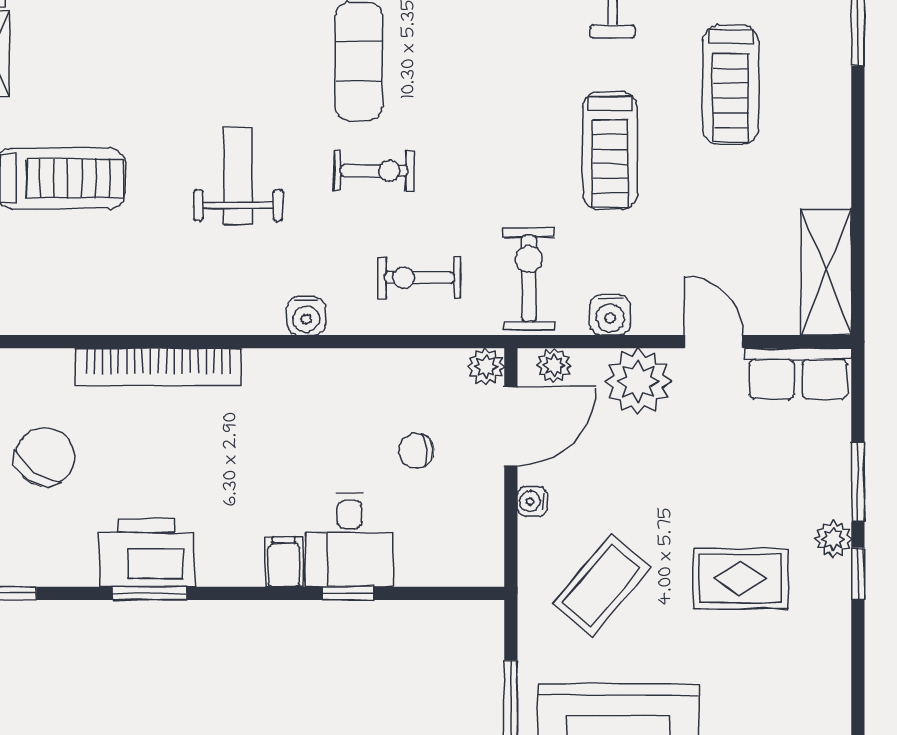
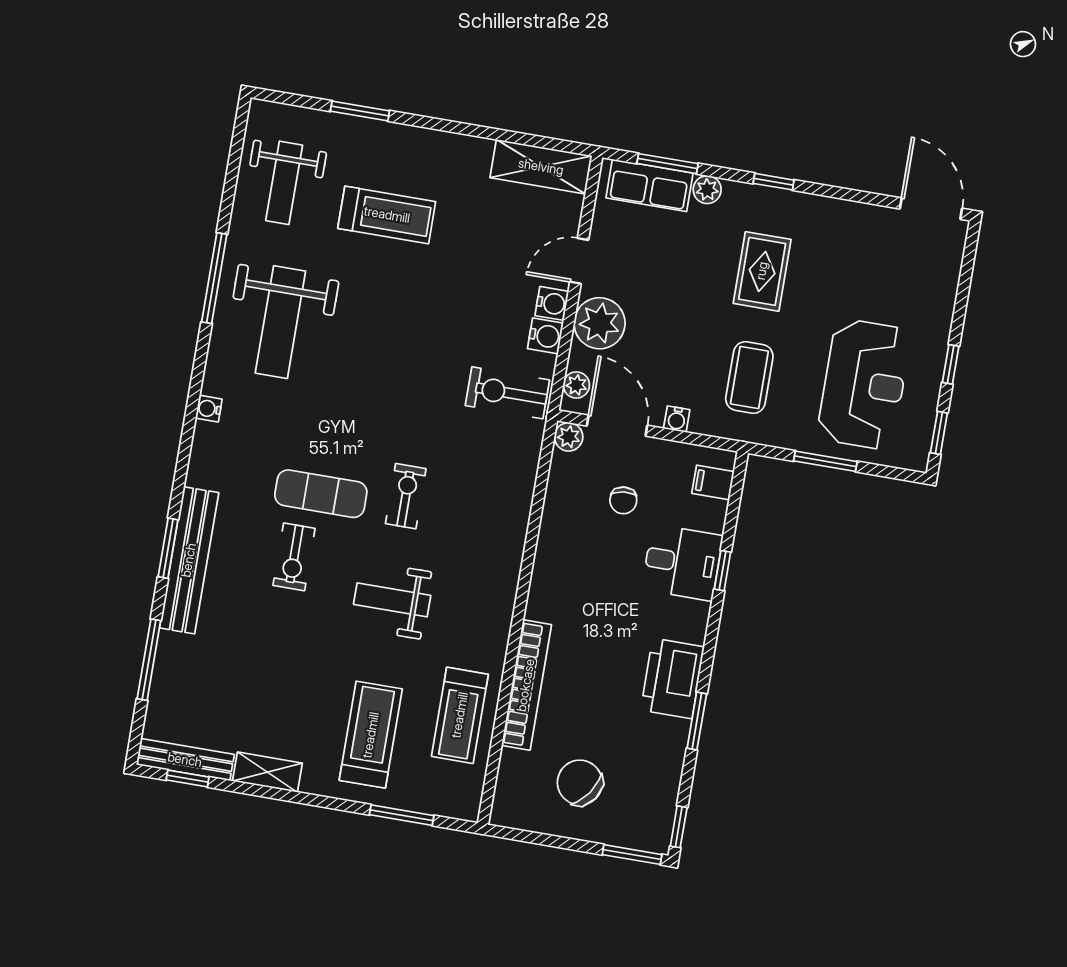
treadmill: (610, 151) -> (460, 715), moved, turned 90
exercise bike: (419, 278) -> (294, 557), moved
water cooler: (306, 316) -> (552, 303), moved
row of seats: (798, 374) -> (649, 185), moved, turned 90
window: (858, 482) -> (668, 164), moved
plant: (833, 539) -> (707, 190), moved
printer: (147, 553) -> (672, 678), moved
filing cabinet: (284, 562) -> (713, 482), moved
coffee table: (602, 585) -> (749, 378), turned 50

